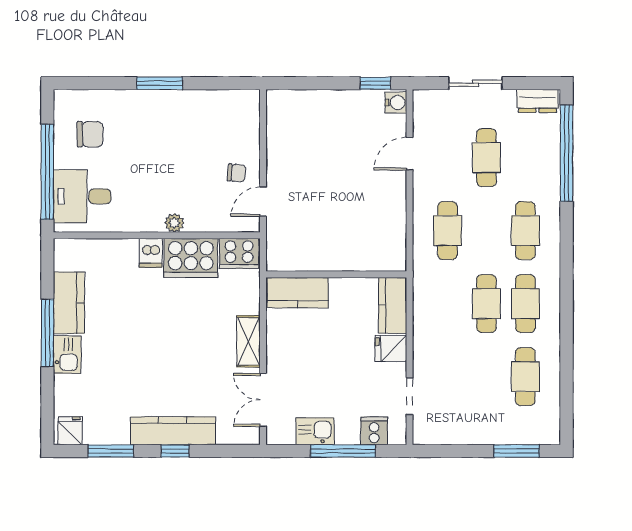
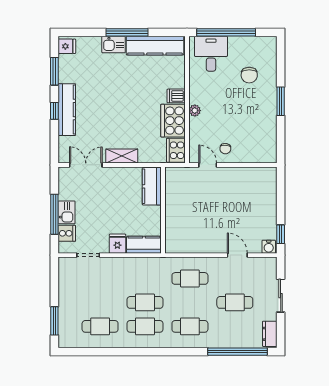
chair: (90, 134) -> (249, 75), moved
kitchen counter: (69, 303) -> (155, 46), width x1.50
kitchen sink: (315, 431) -> (67, 212), moved

